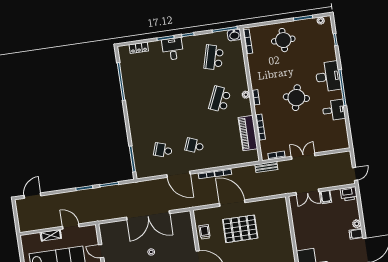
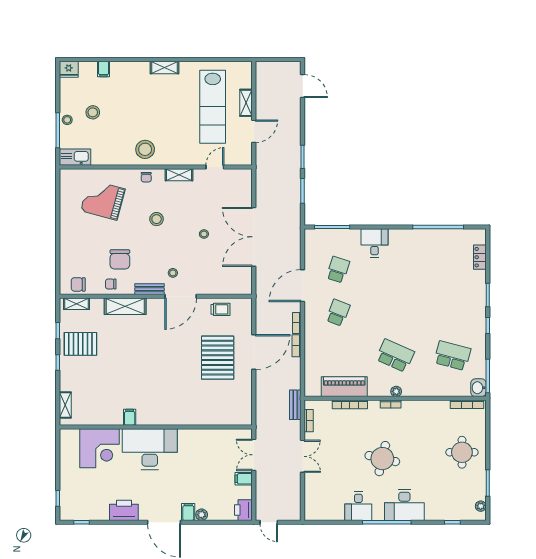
desk: (173, 49) -> (375, 243), moved, turned -90

